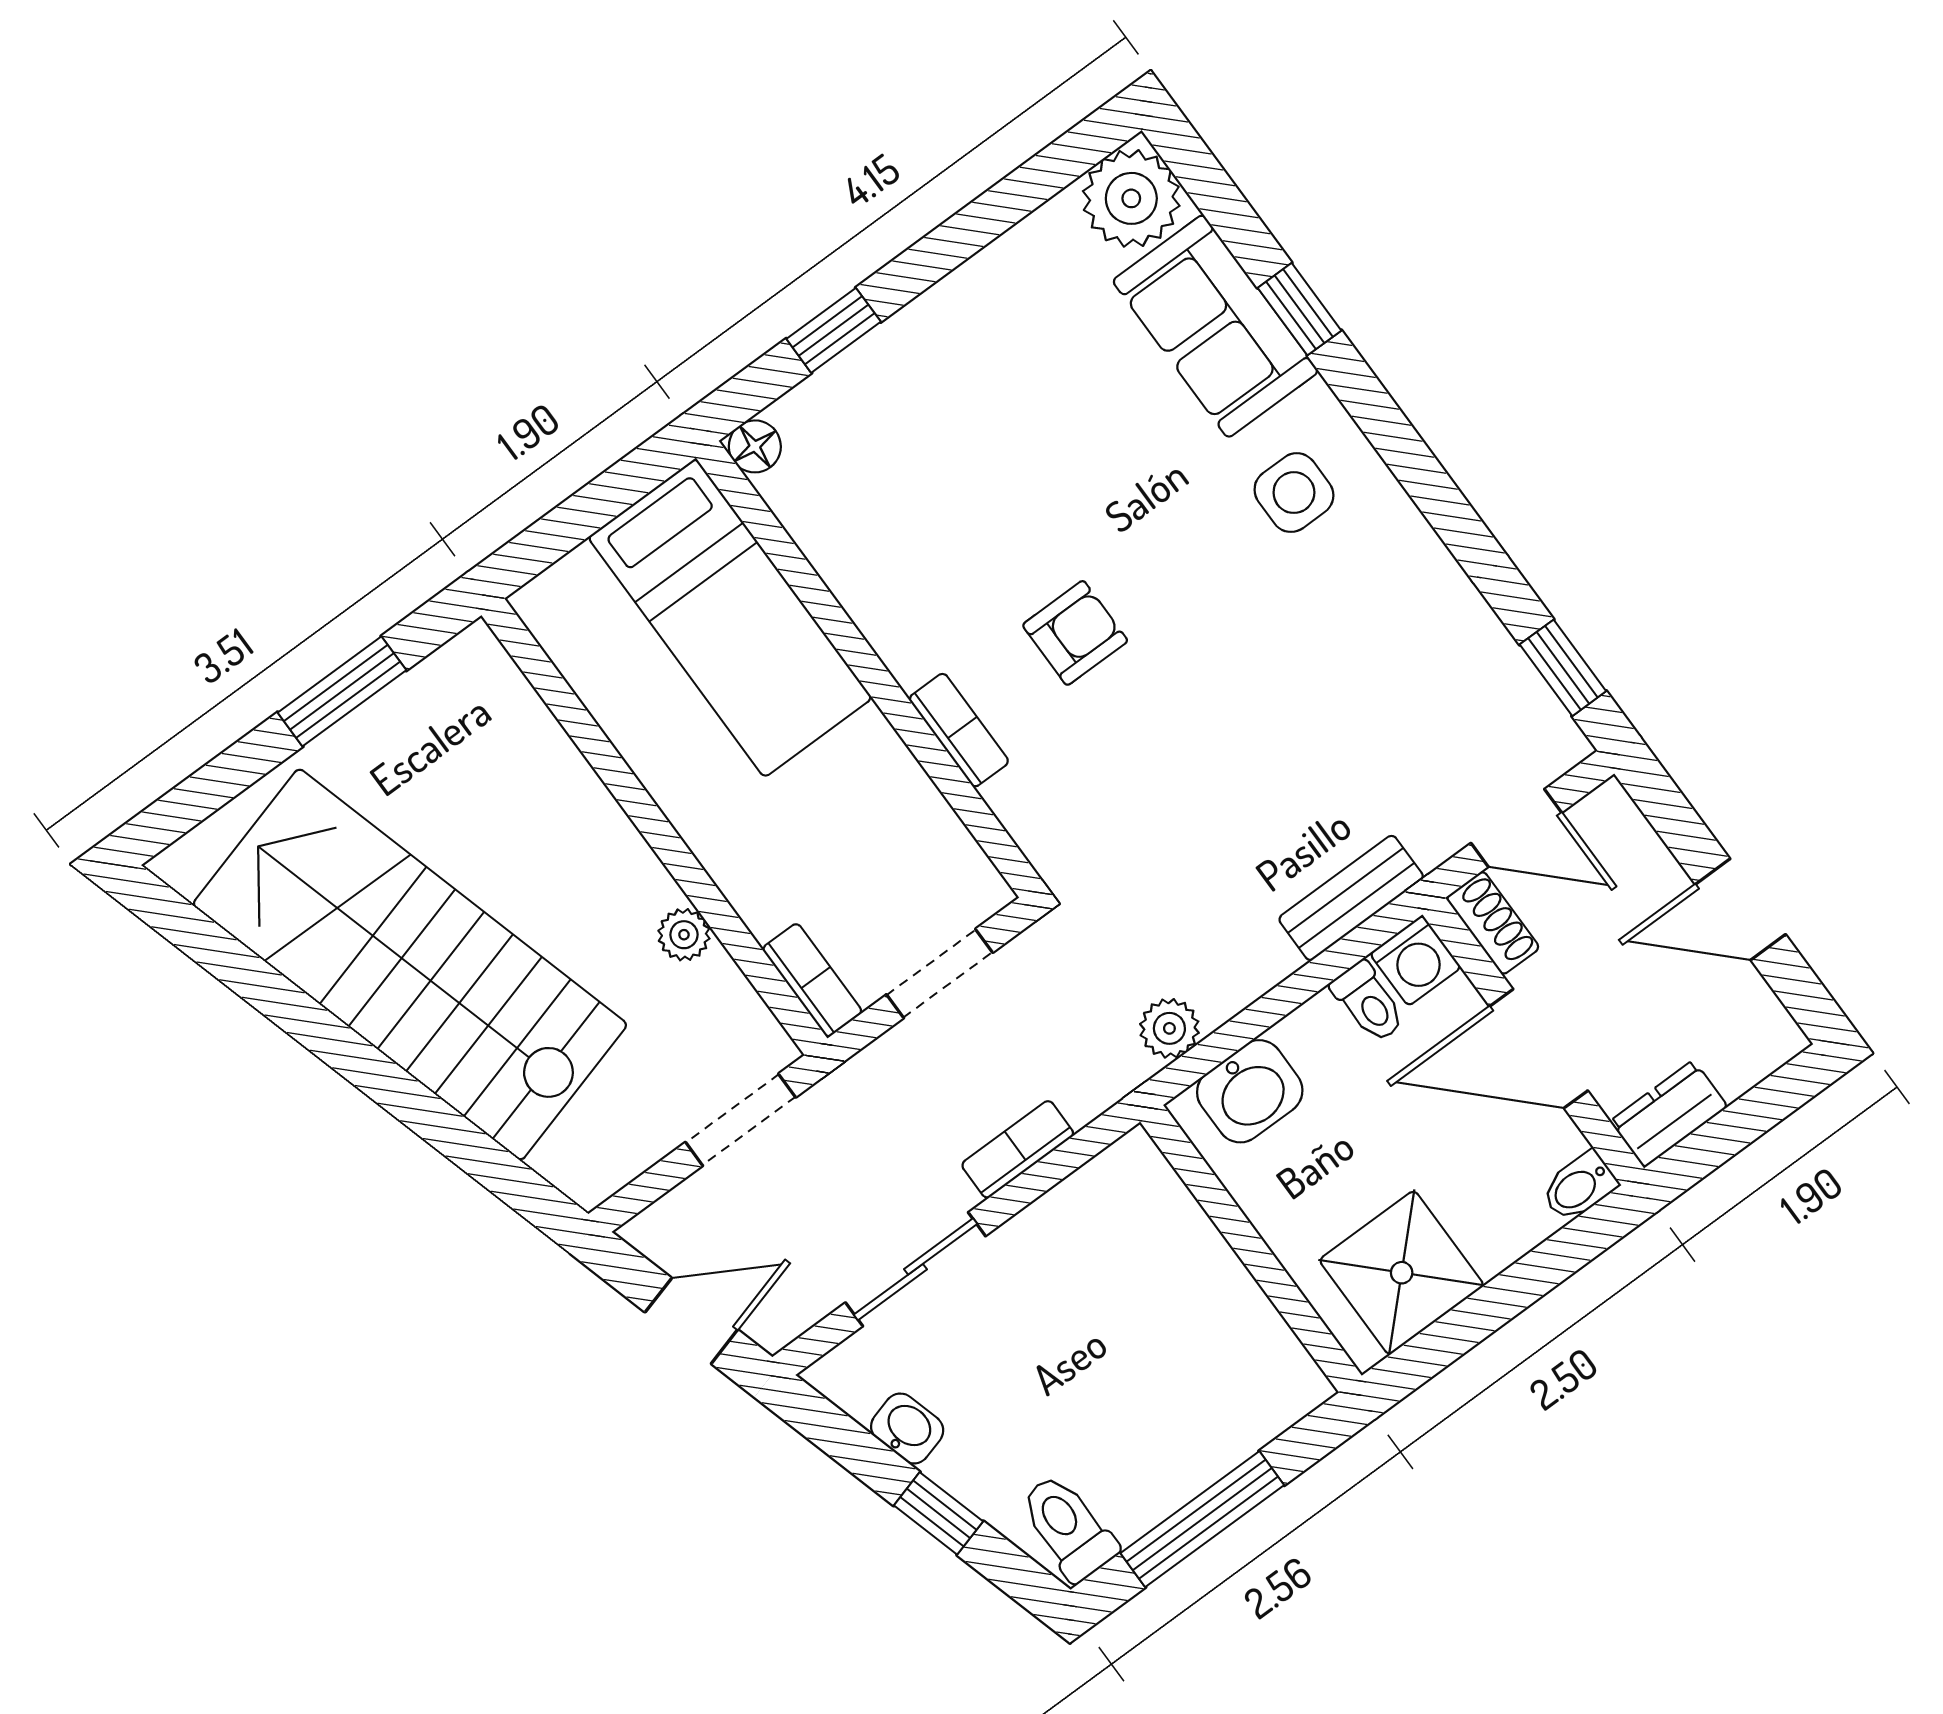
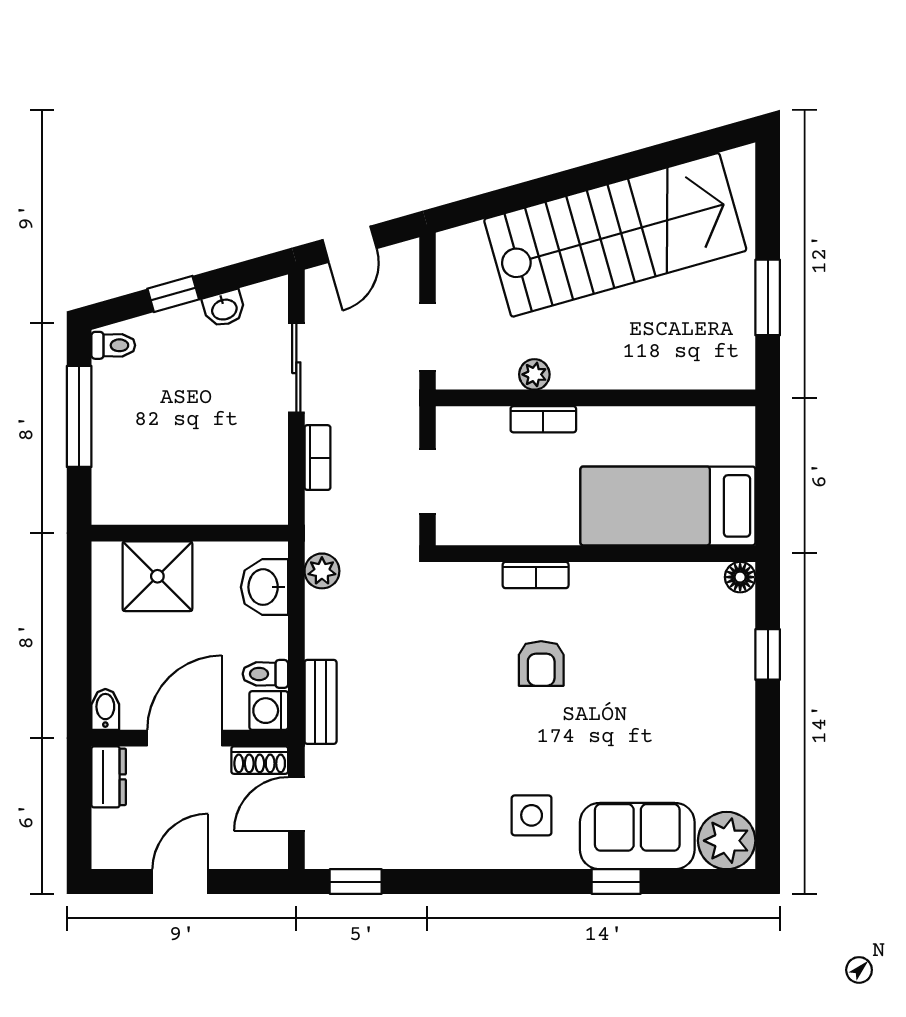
bookcase: (812, 980) -> (543, 419), moved
shower: (1402, 1273) -> (157, 576), moved
toilet: (1068, 1527) -> (113, 345), width x0.73, depth x0.72

